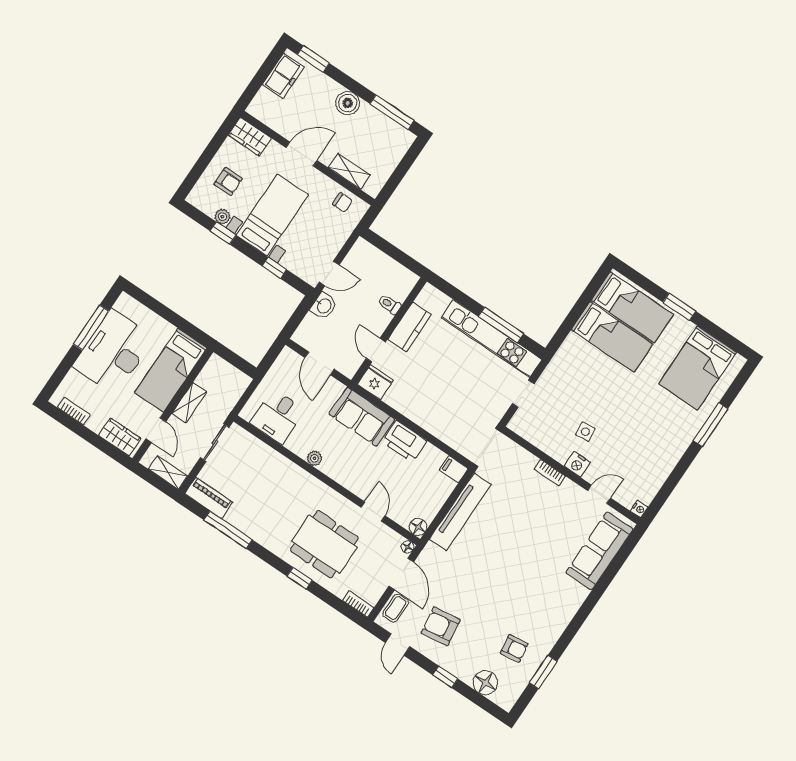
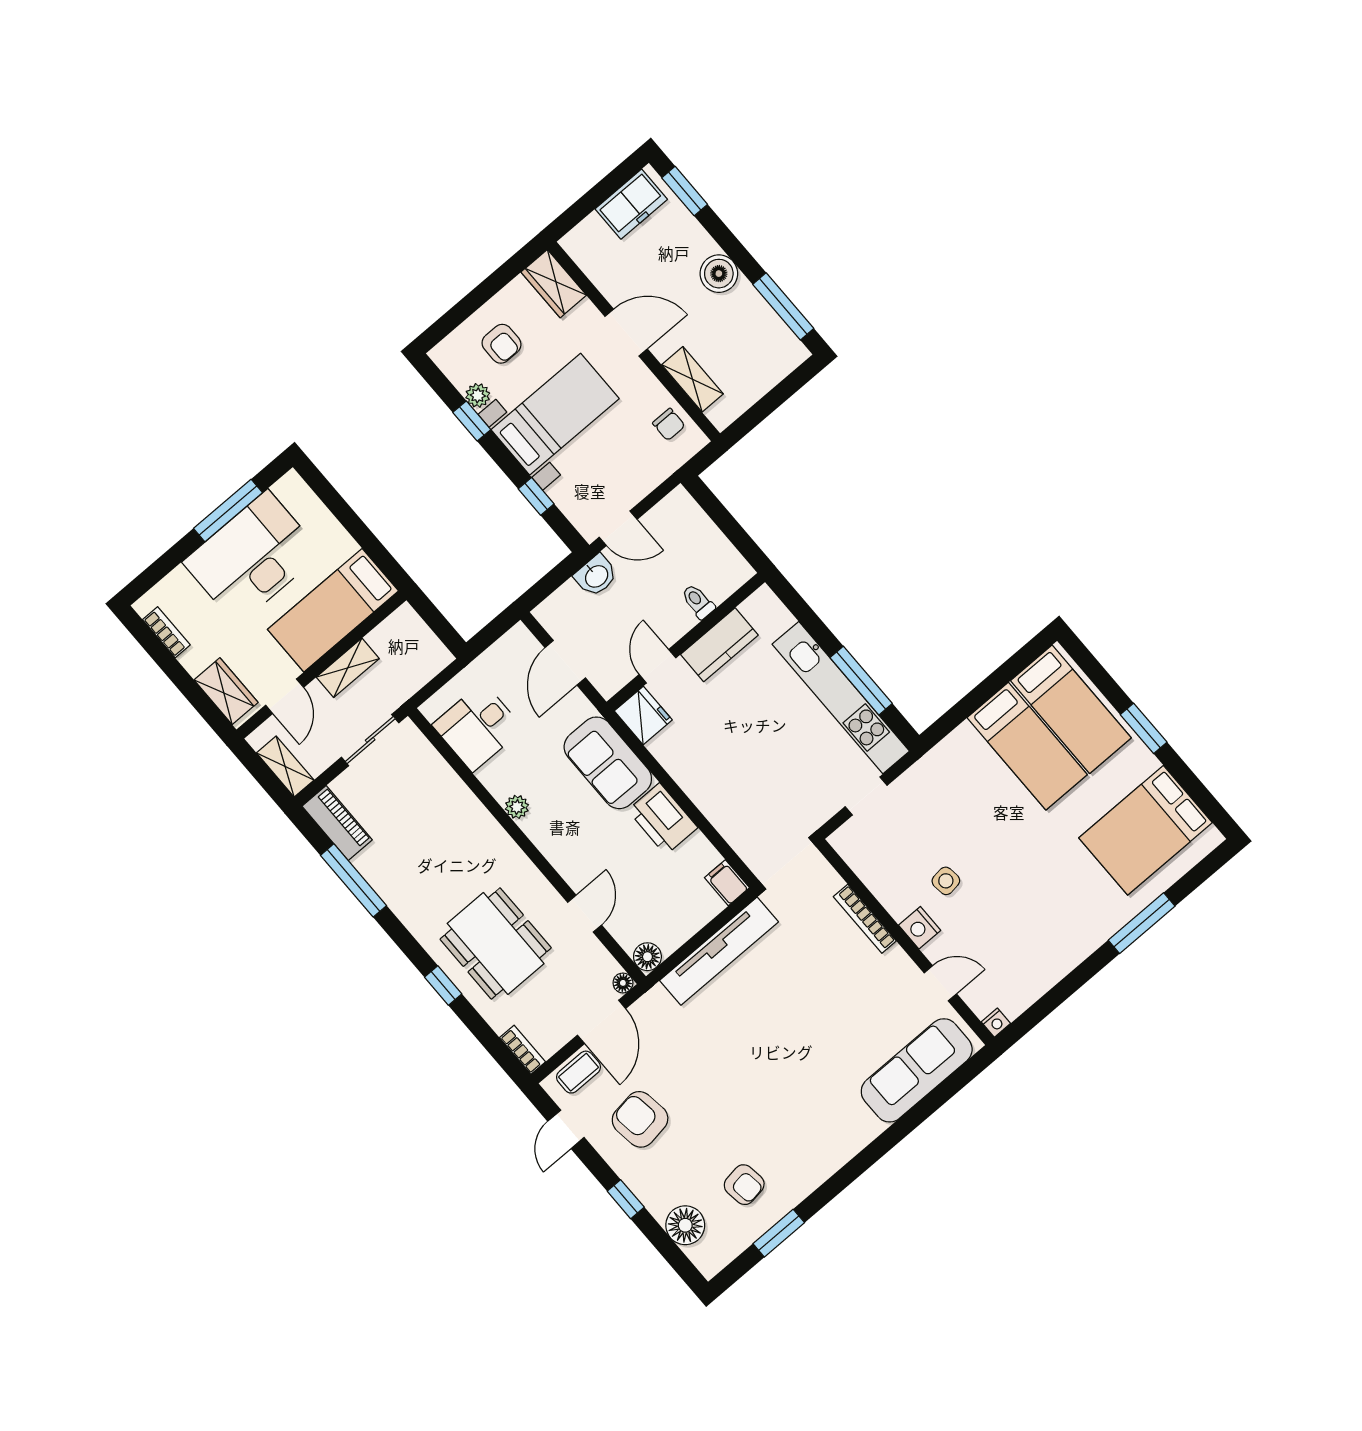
bookcase: (550, 473) -> (865, 919), width x1.56

